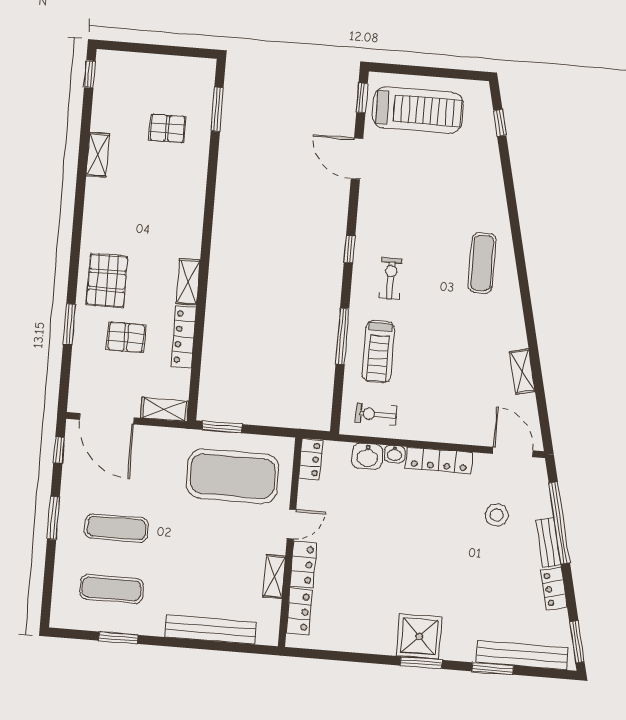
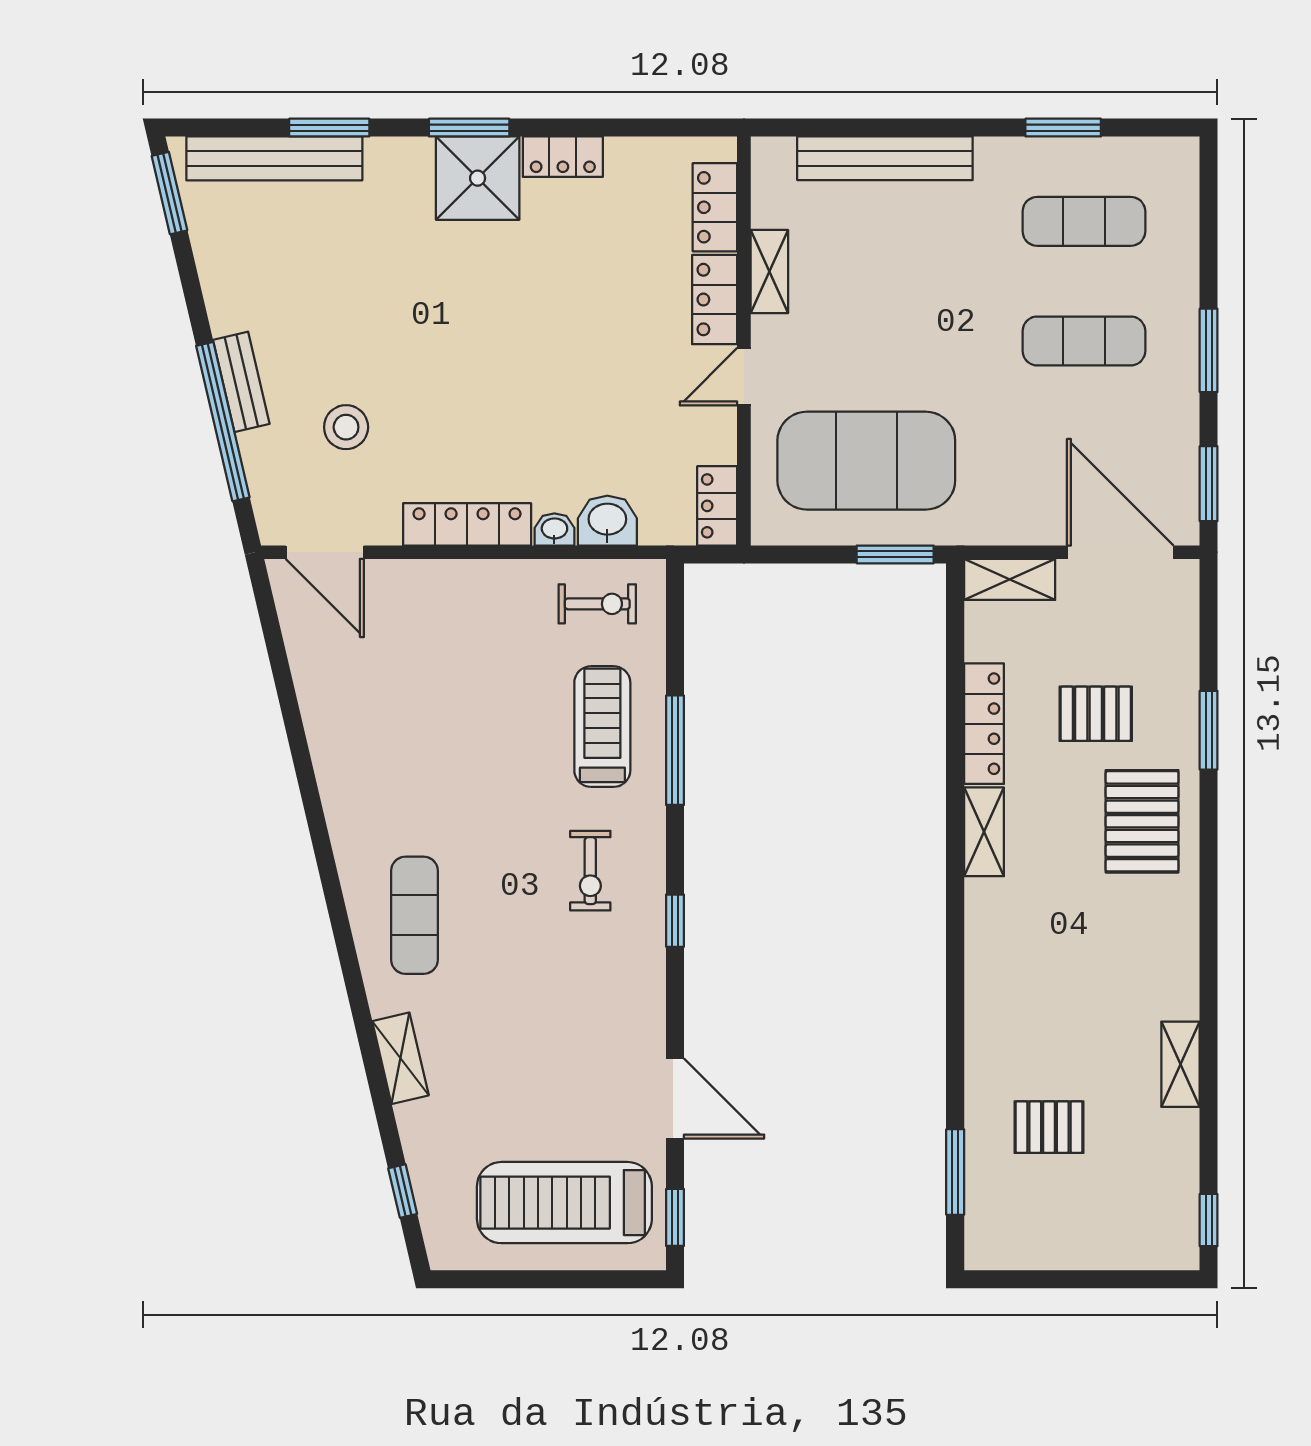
shelving: (522, 371) -> (400, 1058), moved
window: (59, 450) -> (1209, 484), width x1.50
locker: (554, 589) -> (563, 157), moved, turned 103

